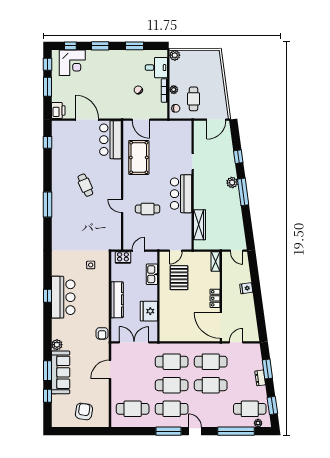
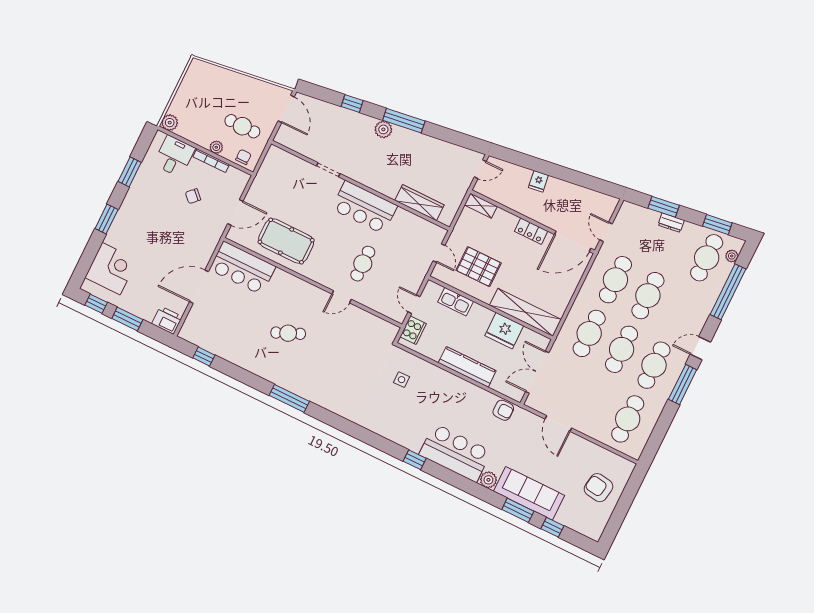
window: (70, 46) -> (86, 260), removed
bar counter: (63, 297) -> (455, 453), moved
shelving: (166, 318) -> (525, 312), added

